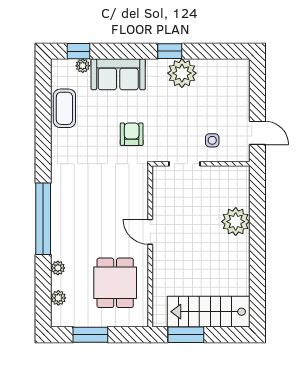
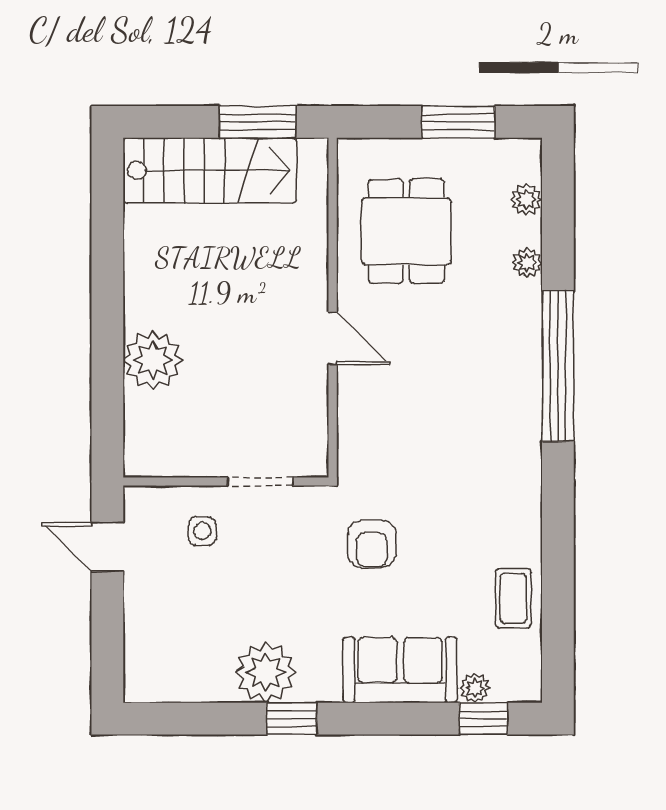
coffee table: (64, 108) -> (513, 598), width x0.73, depth x0.77

